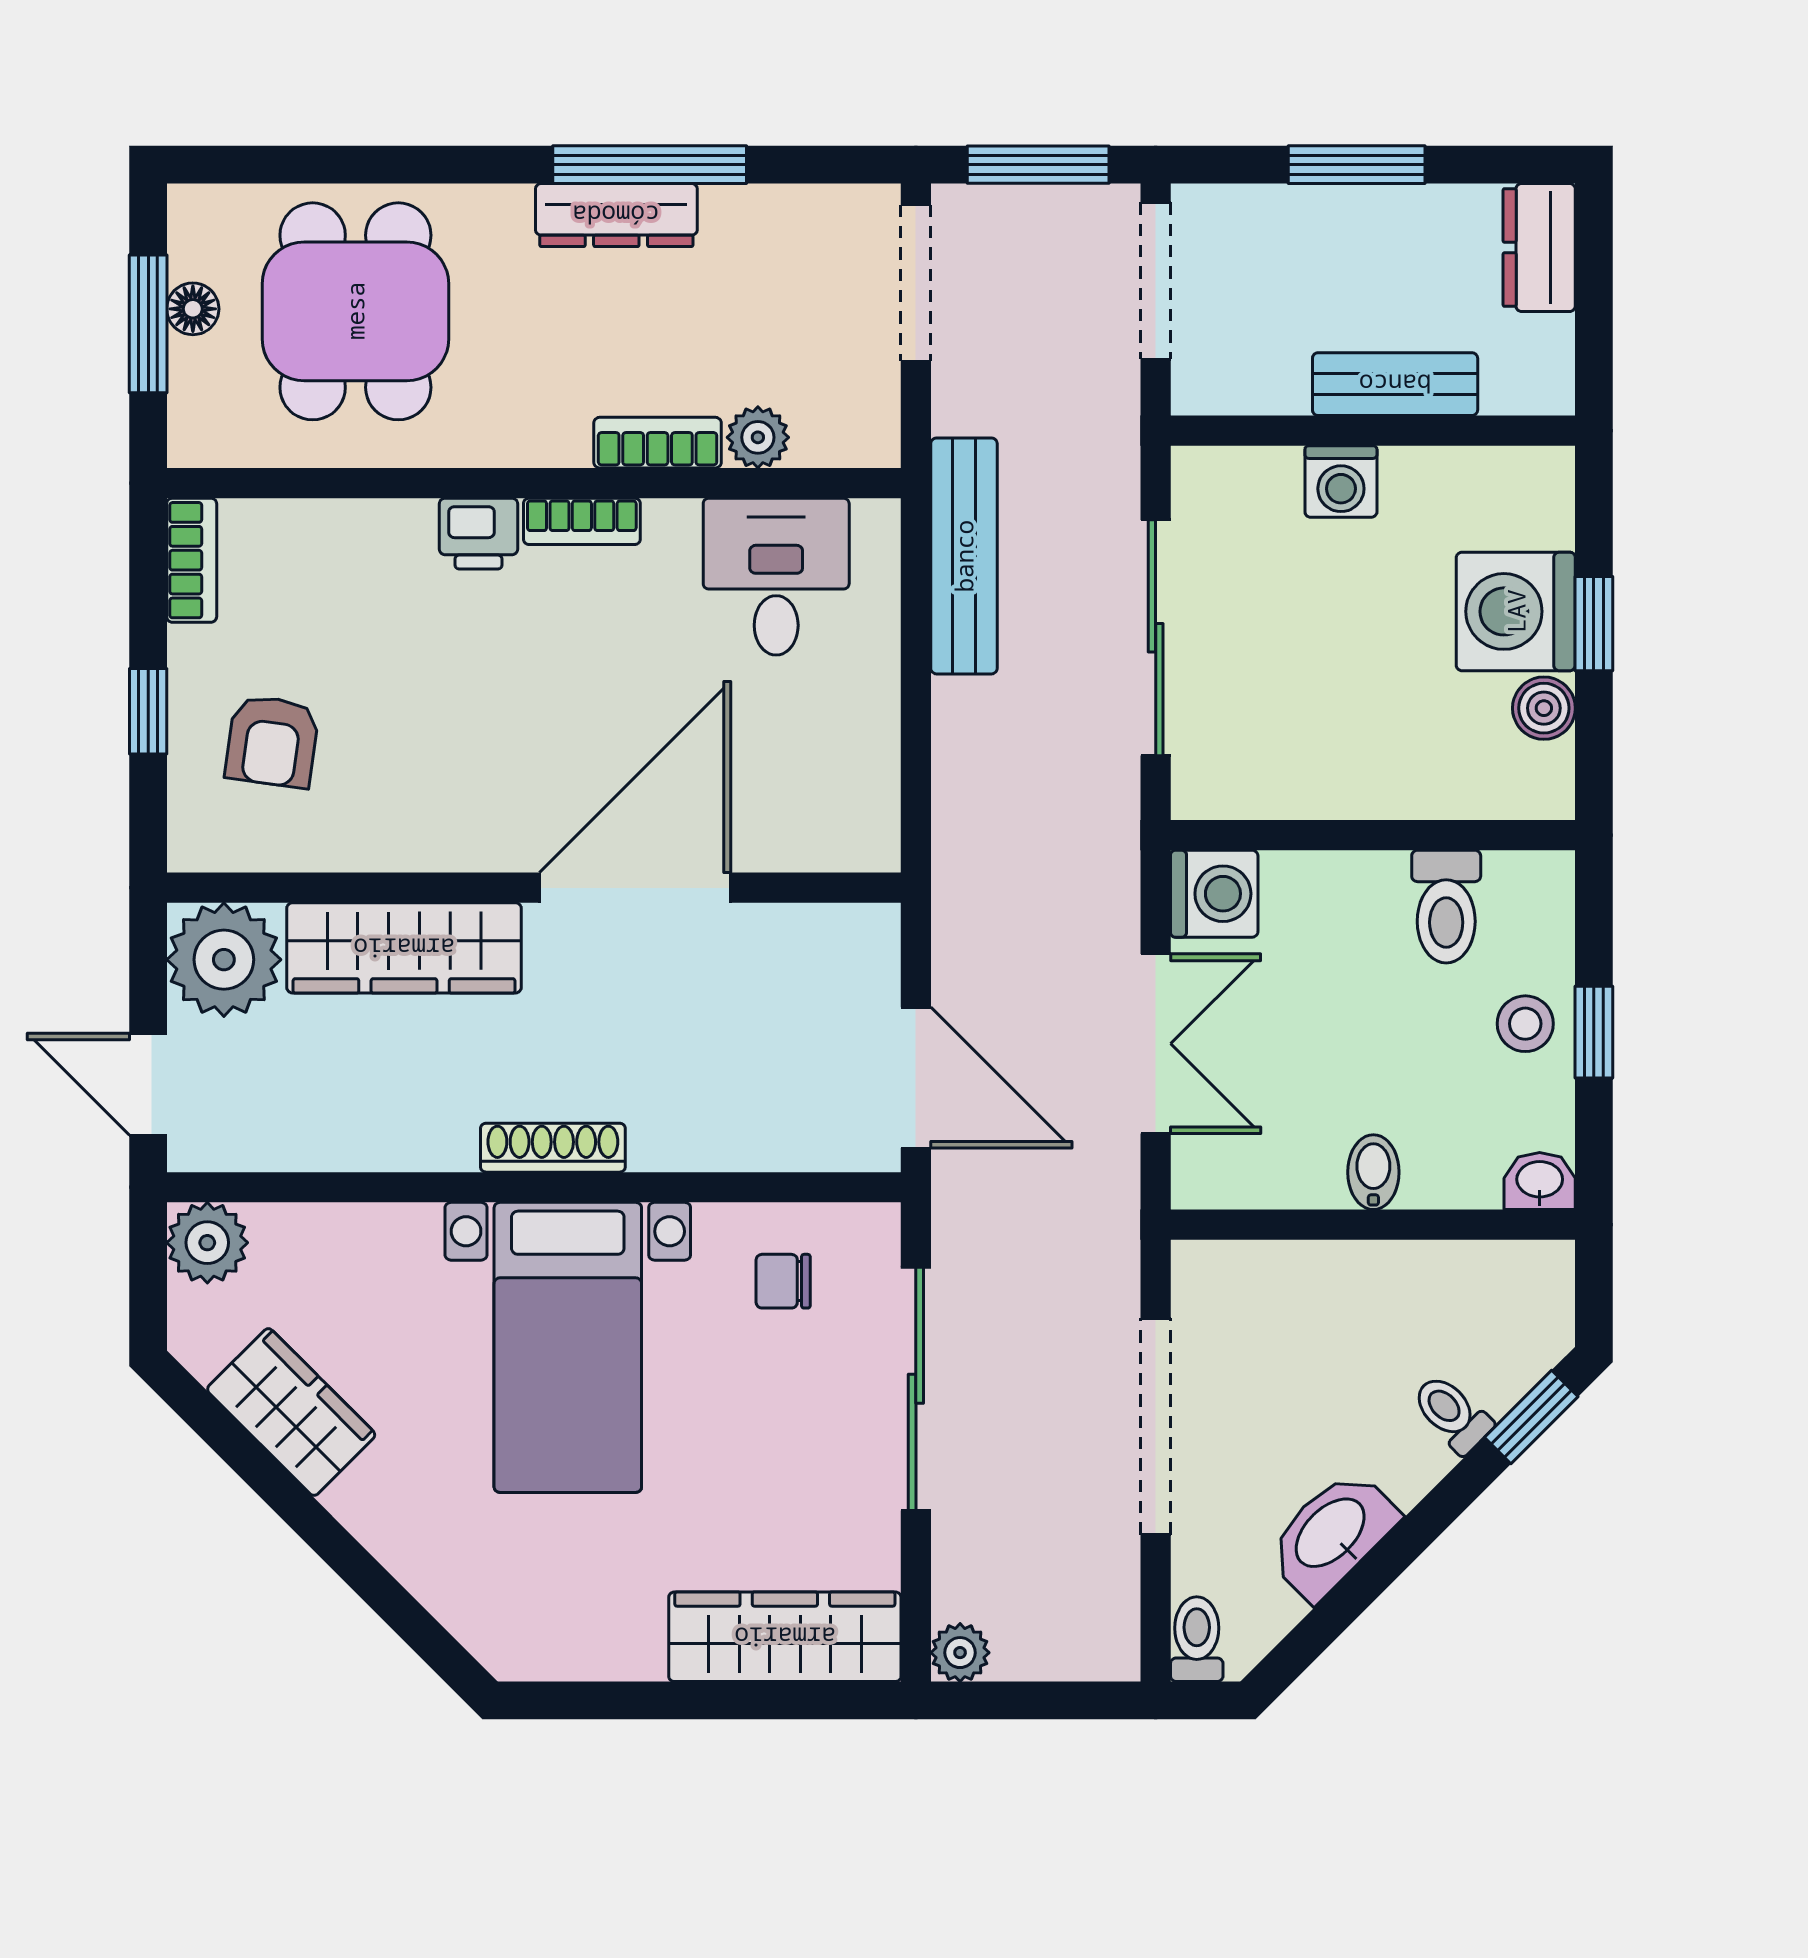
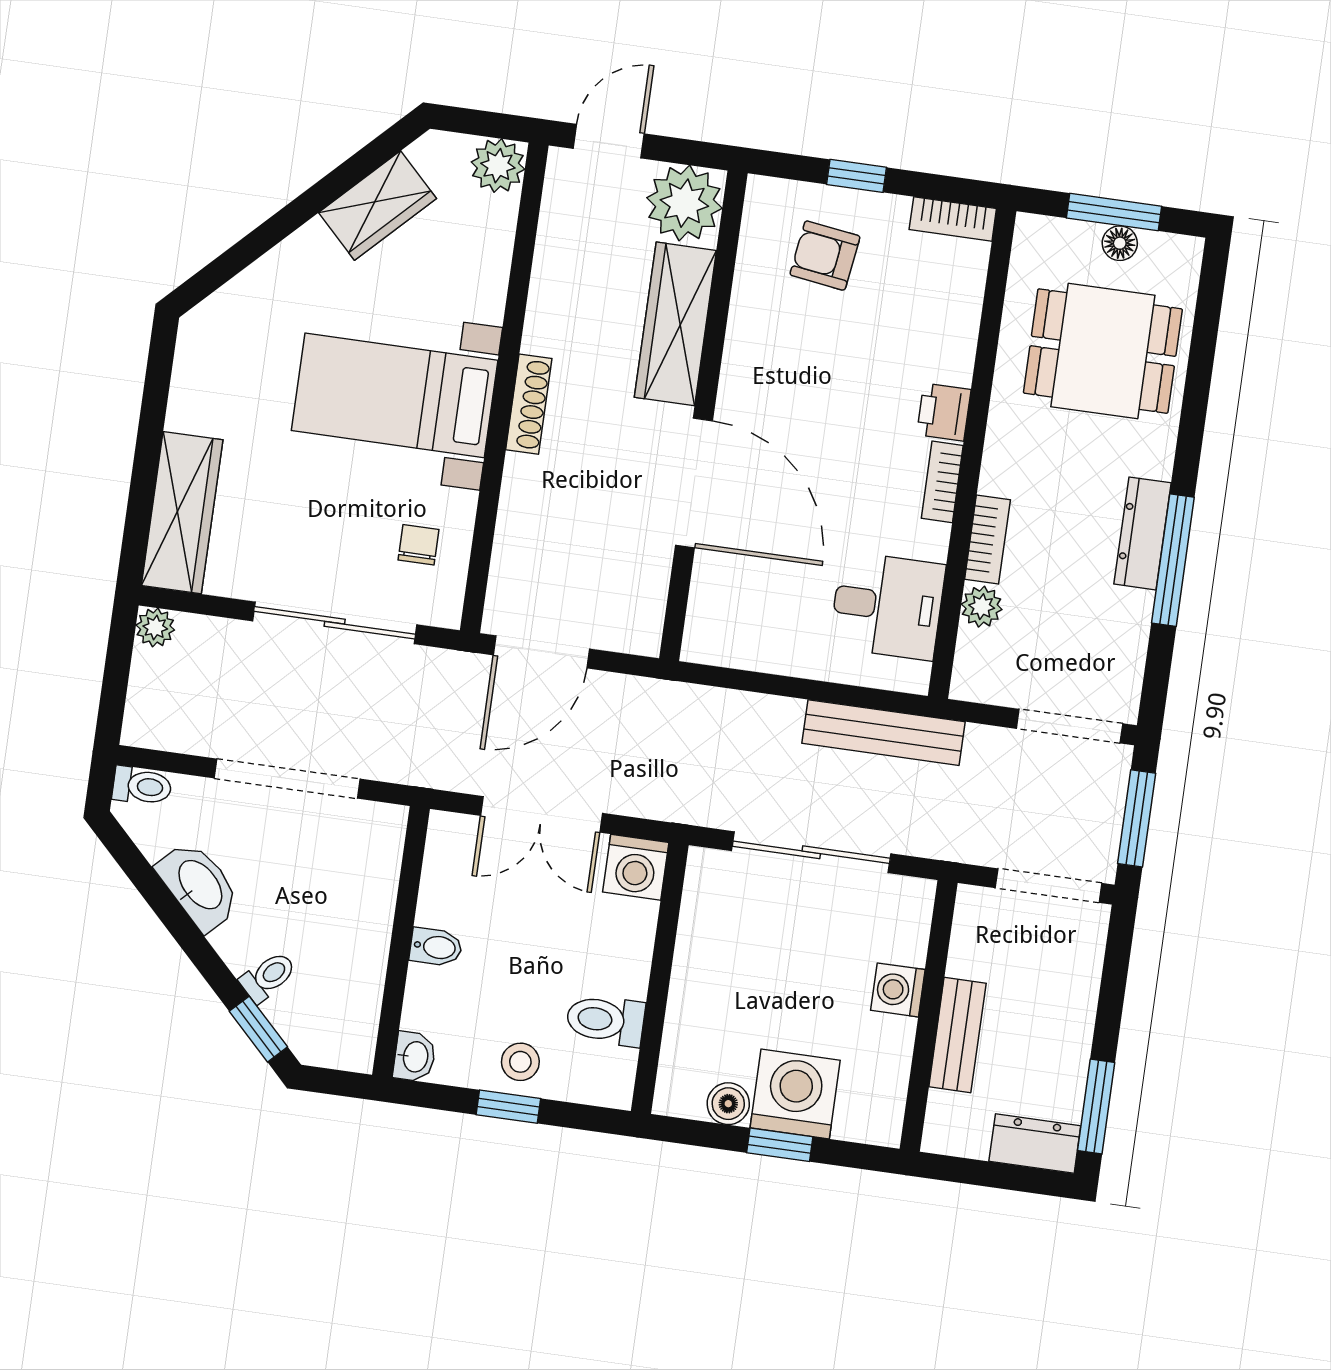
window: (1357, 165) -> (1096, 1107), moved

